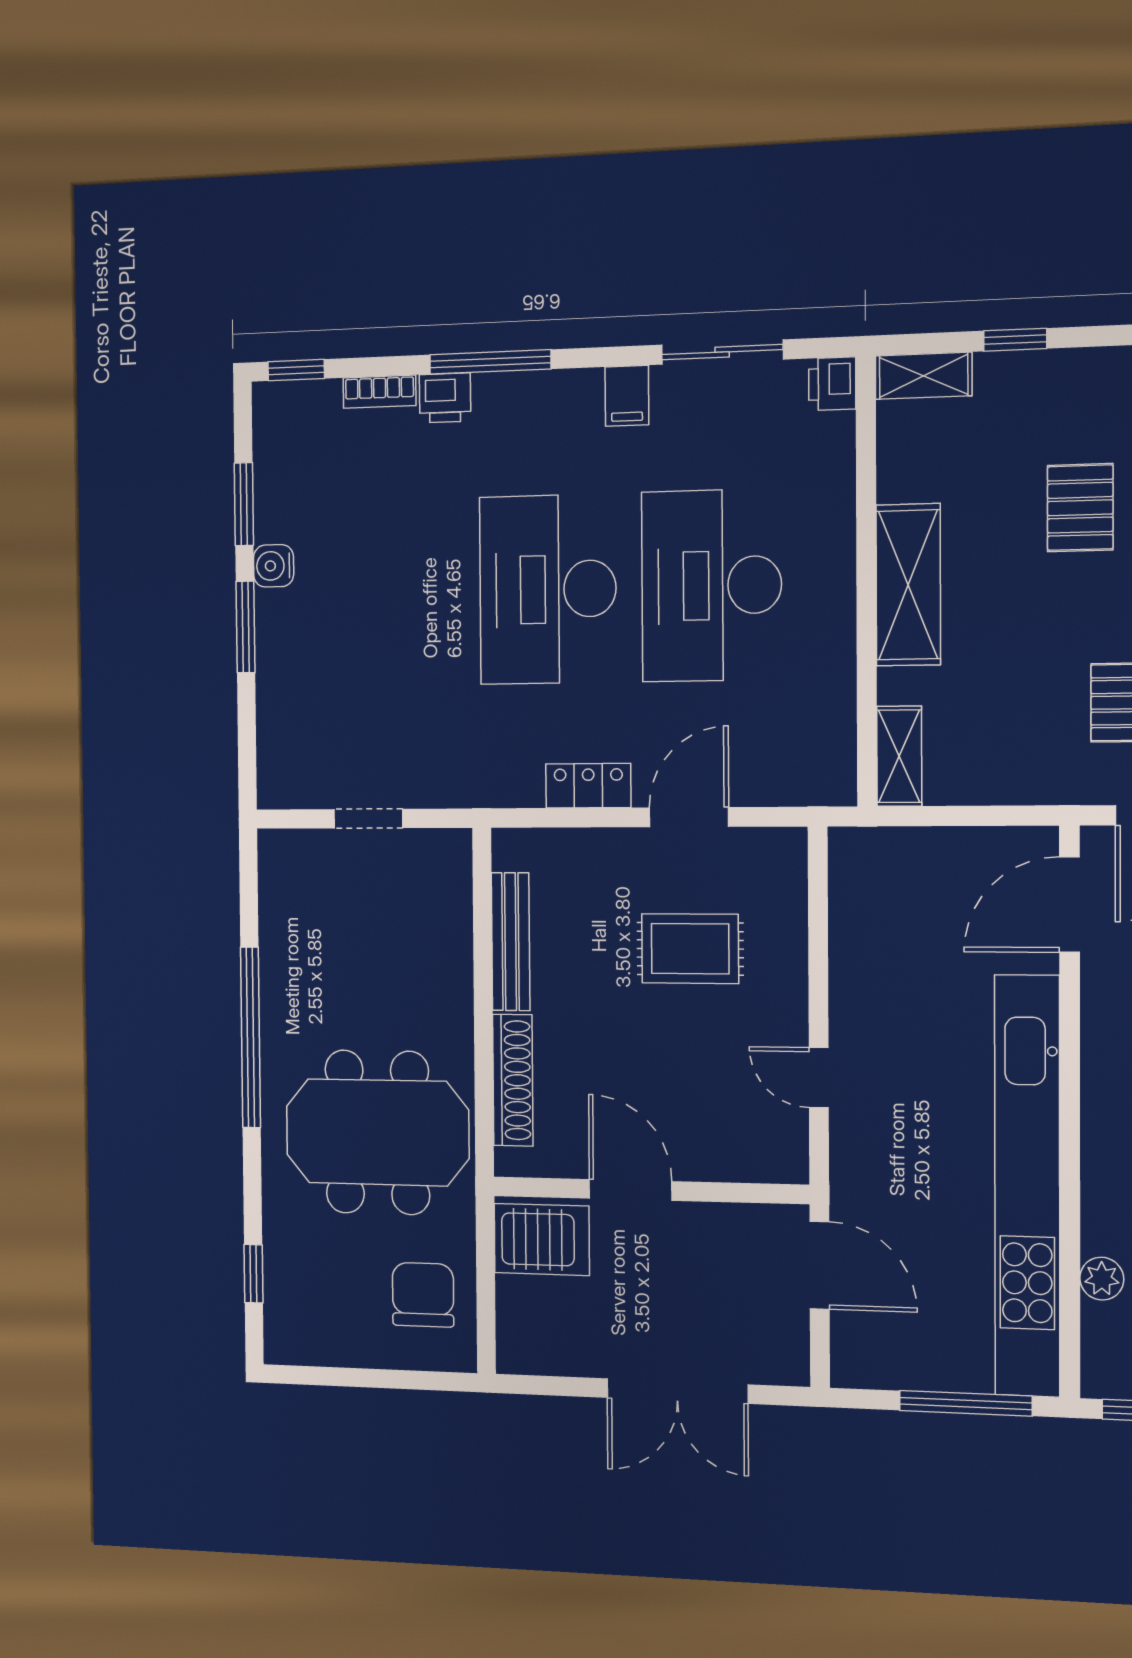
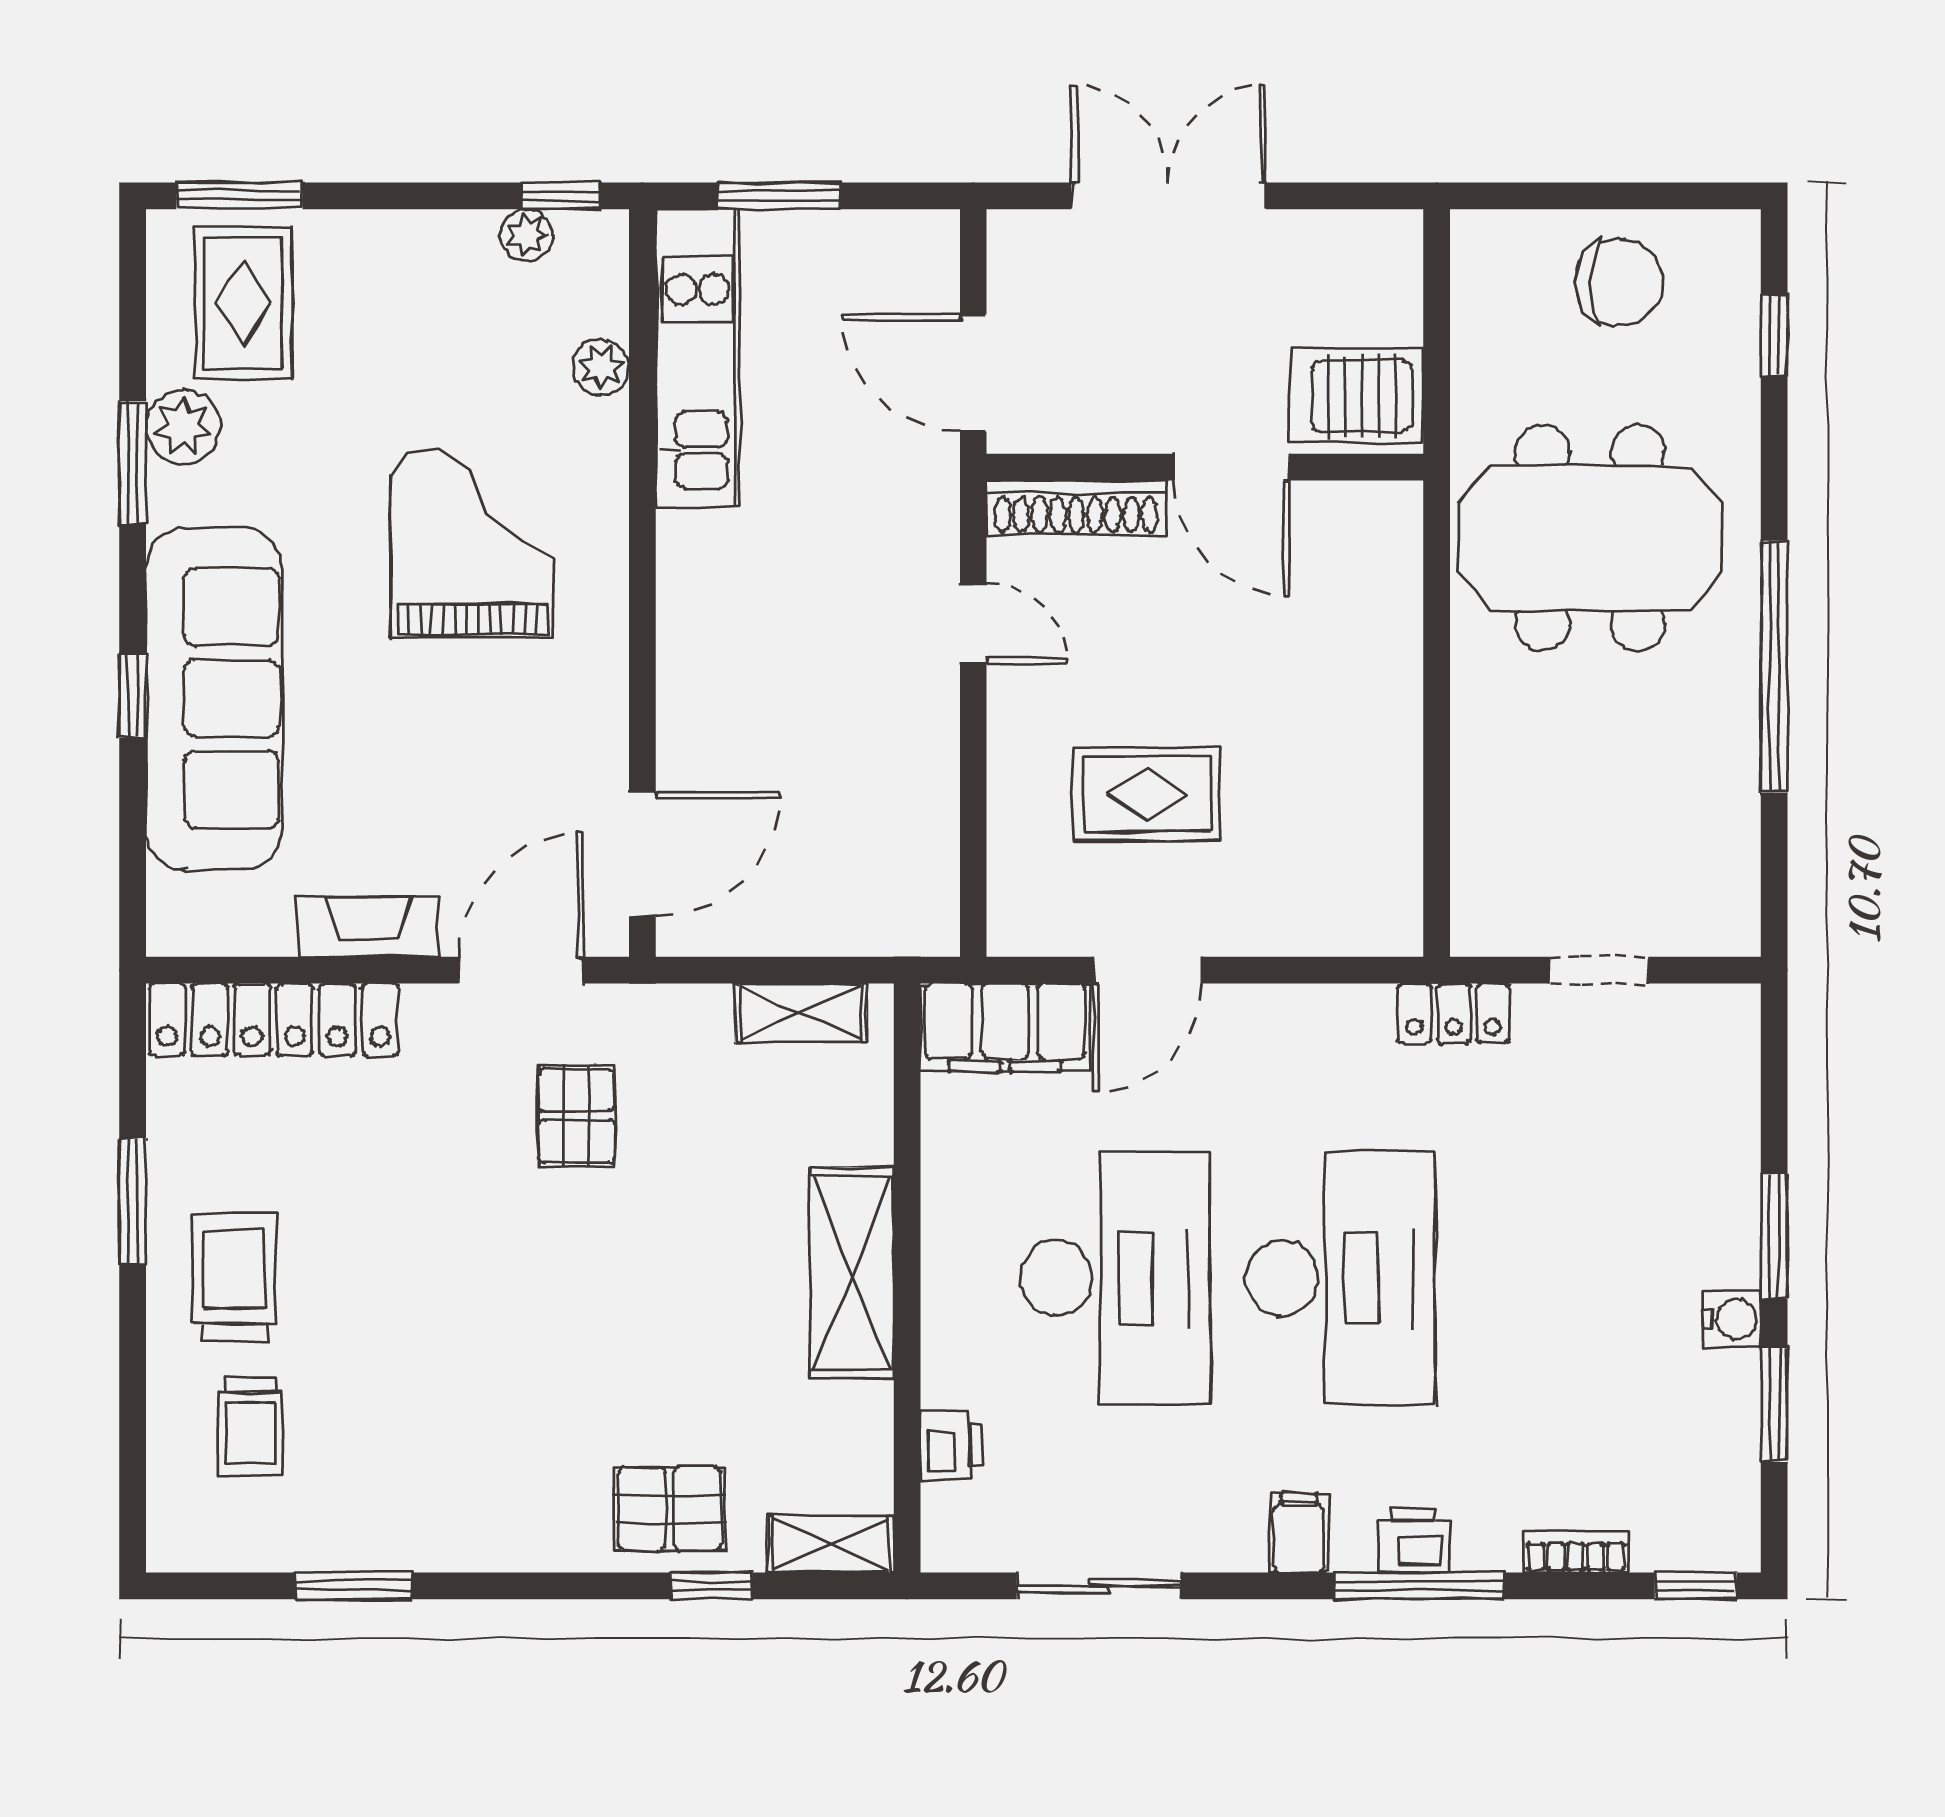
printer: (832, 384) -> (951, 1445), moved
filing cabinet: (627, 396) -> (1299, 1533), moved
printer: (445, 398) -> (1414, 1540), moved
pallet: (1080, 508) -> (669, 1509), moved, turned 90
shelving: (899, 756) -> (801, 1013), moved, turned 90
filing cabinet: (794, 774) -> (1005, 1027), added
locker: (588, 786) -> (1454, 1013), moved
bench: (511, 942) -> (1397, 802), removed
shoe rack: (513, 1080) -> (1076, 508), moved, turned -90
kitchen unit: (1027, 1186) -> (698, 358), width x0.54
chair: (423, 1295) -> (1619, 282), moved, turned -90
window: (966, 1403) -> (779, 196), width x0.69

